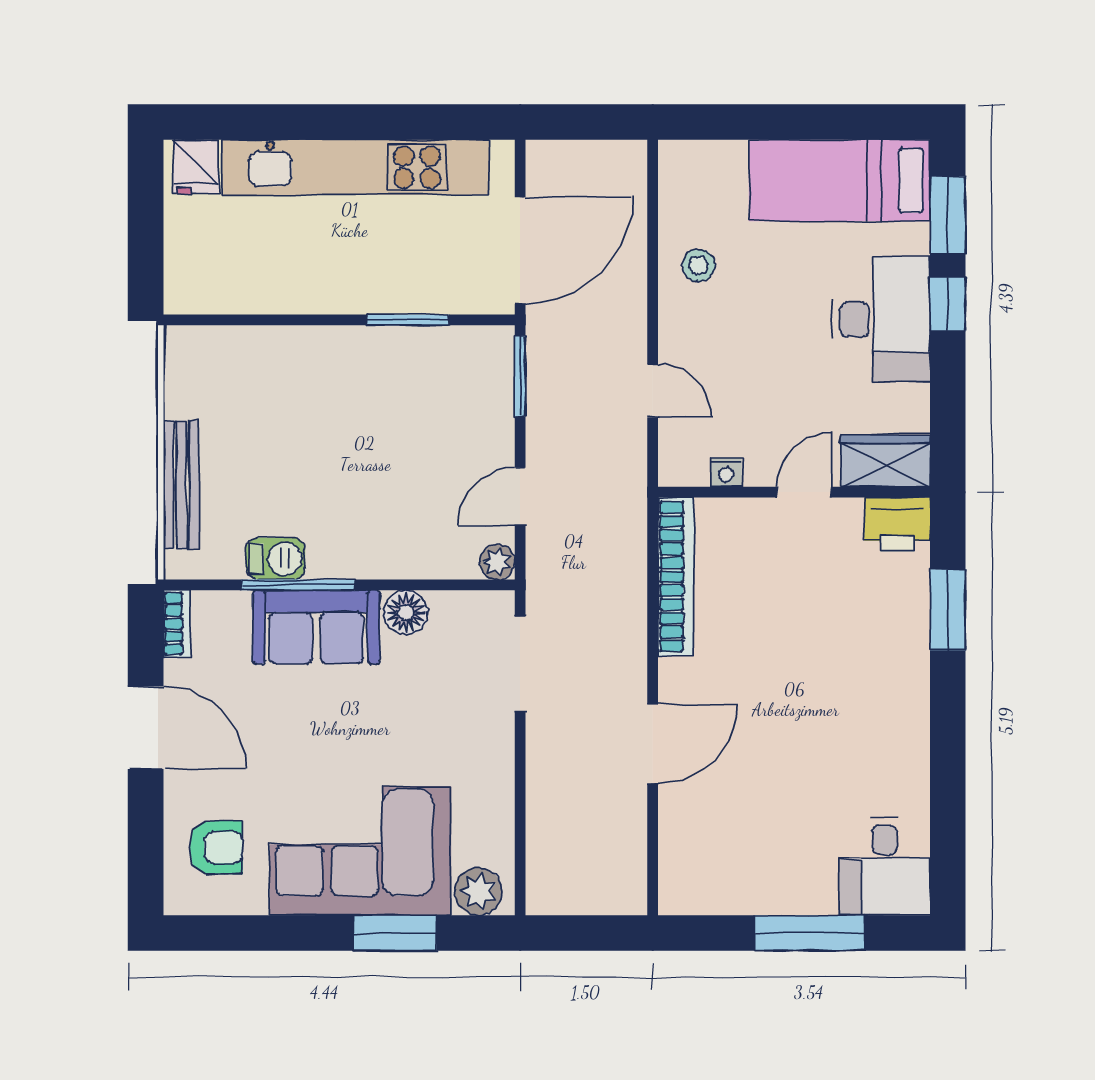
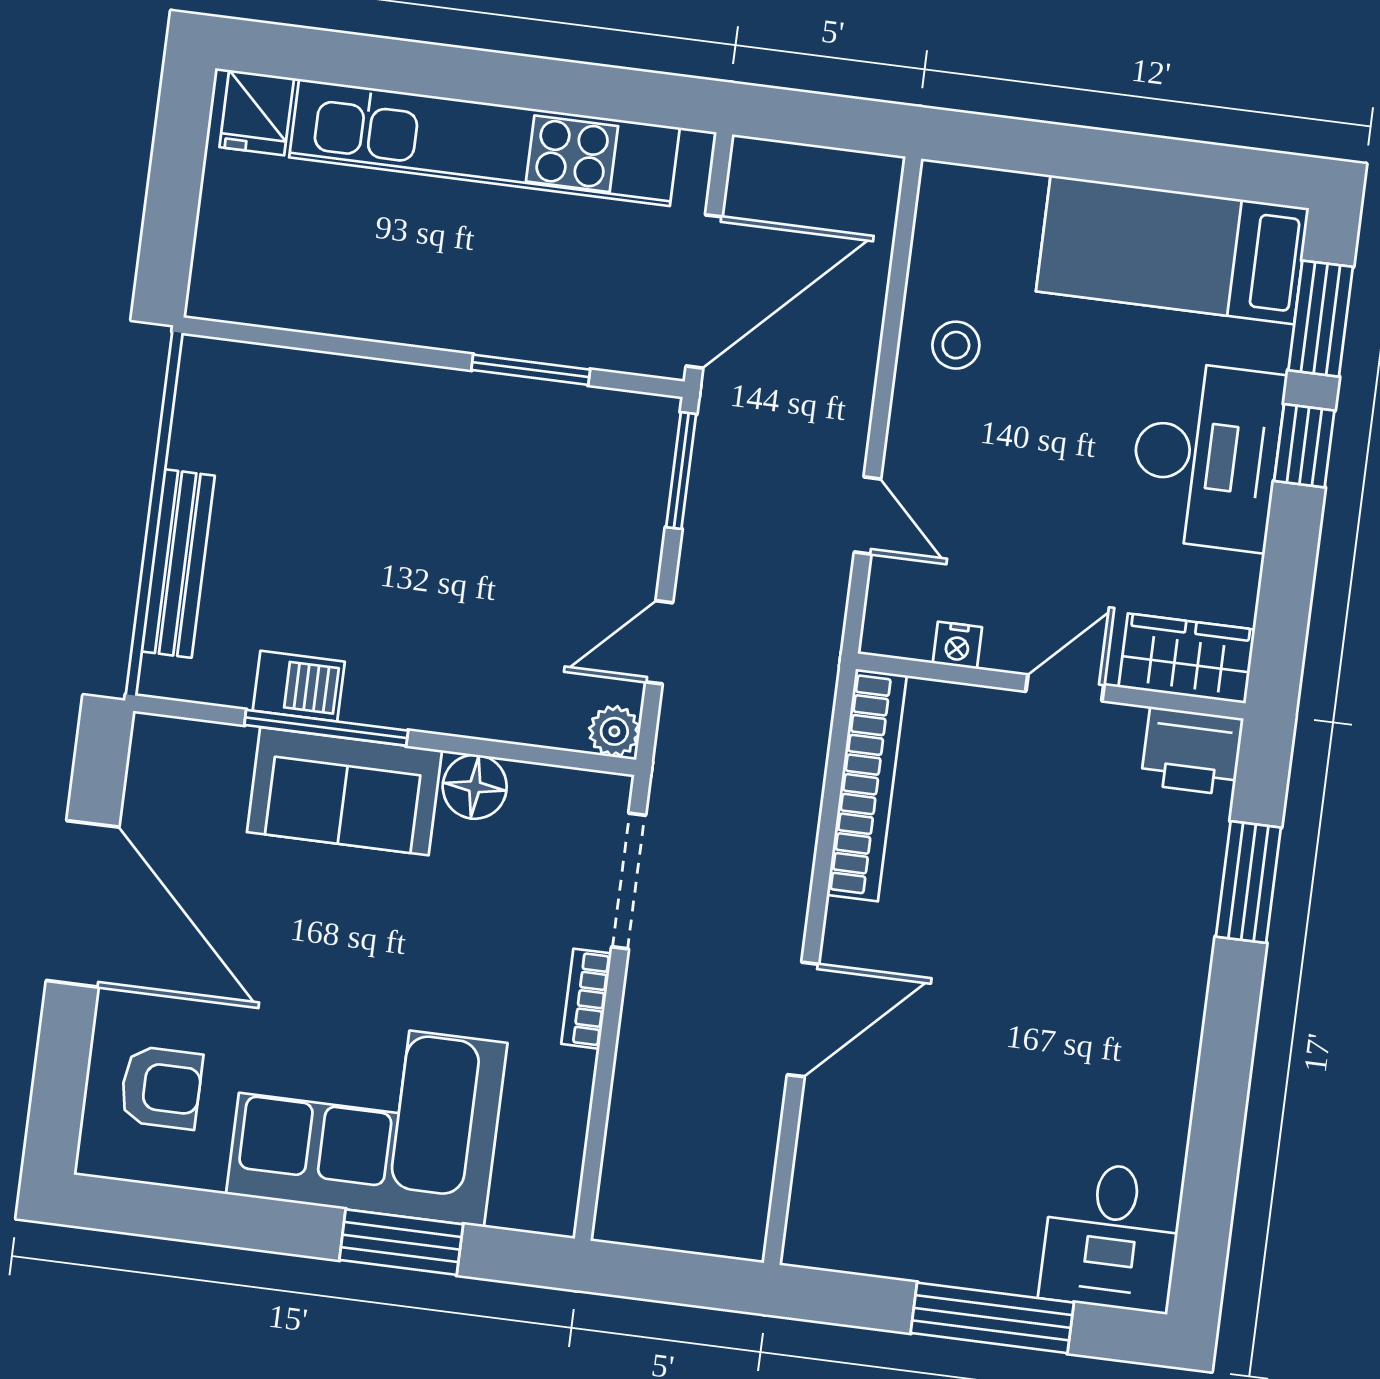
bookcase: (177, 624) -> (586, 999), moved, turned 180
door: (146, 728) -> (83, 904), width x1.36
plant: (478, 891) -> (527, 1198), removed

